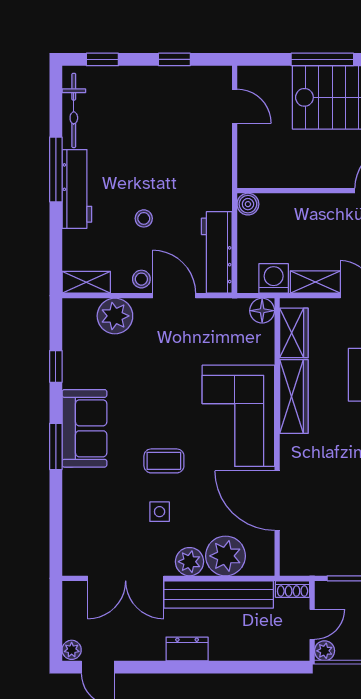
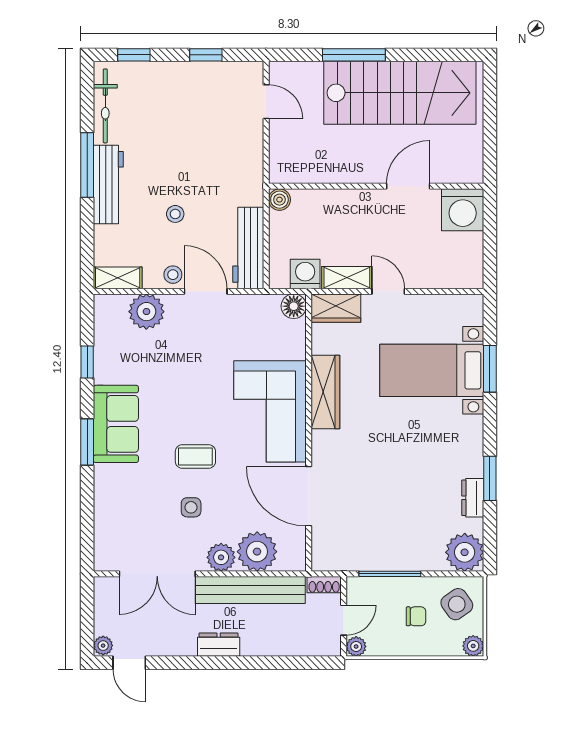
wardrobe: (294, 333) -> (336, 308), moved, turned 90

